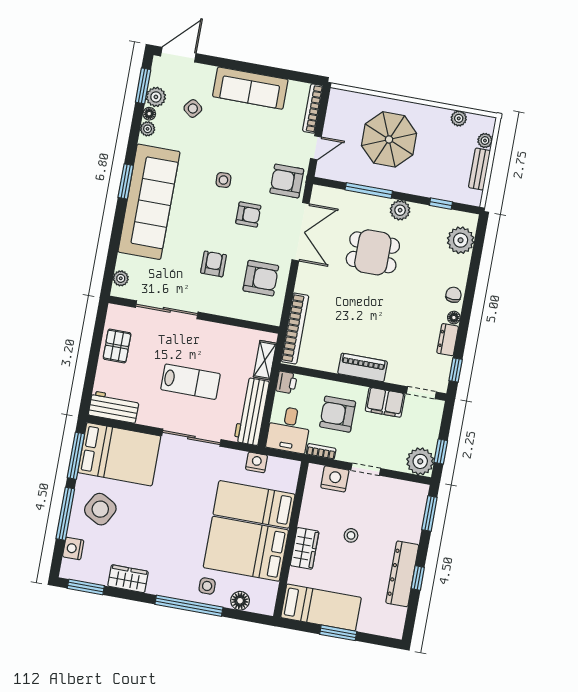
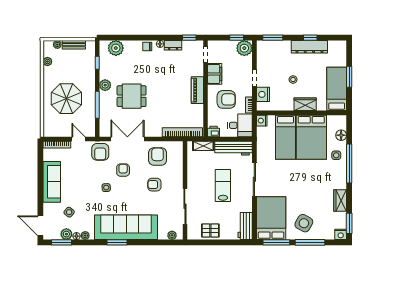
dining table: (373, 252) -> (132, 96), turned 90
armchair: (338, 414) -> (226, 99), turned -90
nightstand: (257, 462) -> (262, 121), moved
nightstand: (73, 548) -> (341, 234), moved

